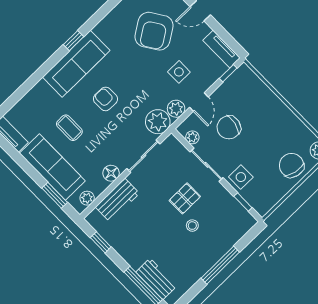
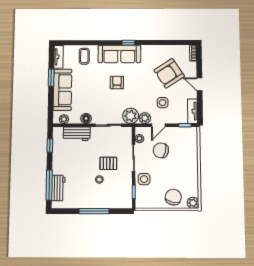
coffee table: (69, 128) -> (84, 56), moved
window: (55, 195) -> (51, 78), moved

